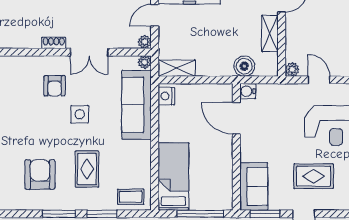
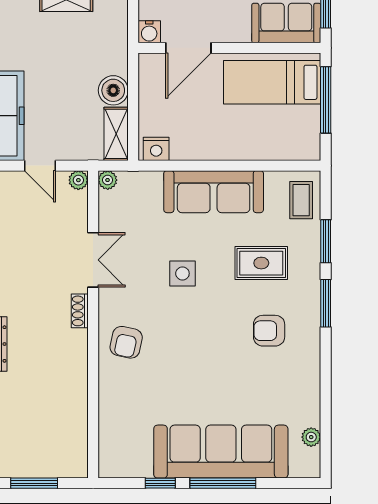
boiler: (244, 66) -> (113, 90), moved
armchair: (55, 86) -> (126, 342), moved, turned 102
sofa: (137, 105) -> (214, 192), moved
armchair: (40, 174) -> (269, 331), width x0.72, depth x0.72
bed: (173, 177) -> (272, 82), moved

